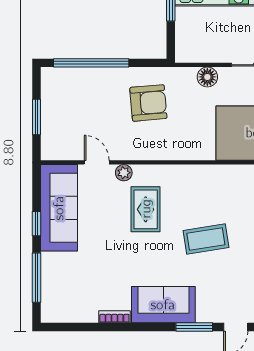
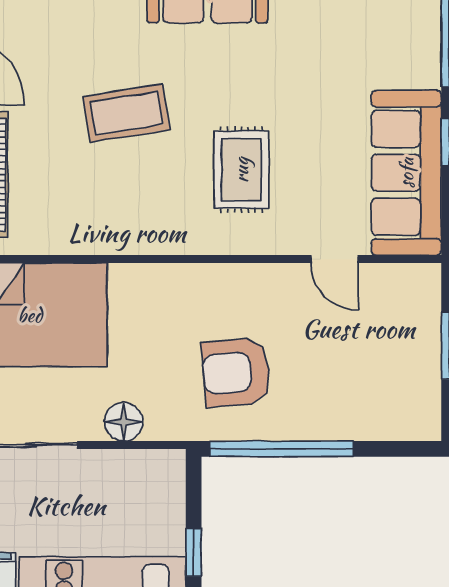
window: (91, 63) -> (282, 449), moved
plant: (124, 173) -> (283, 239), removed

